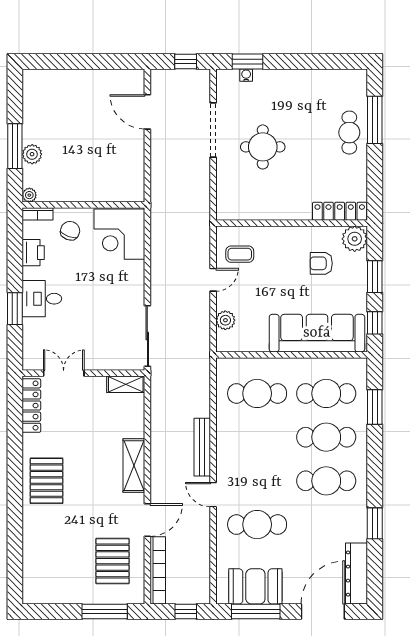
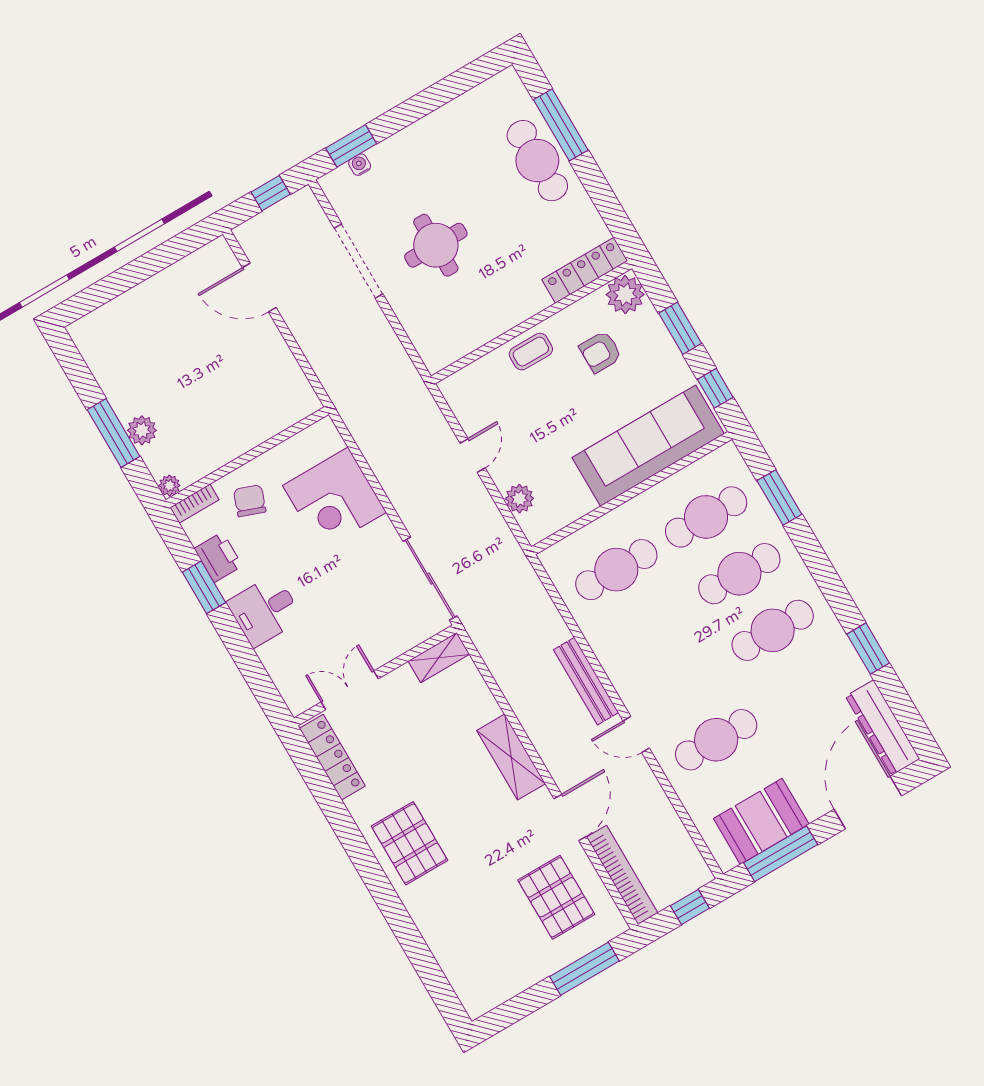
cafe table: (349, 133) -> (537, 161), width x1.37, depth x1.35
corner desk: (119, 234) -> (334, 499), moved
coffee table: (240, 254) -> (531, 352), moved
window: (15, 309) -> (204, 587), moved

